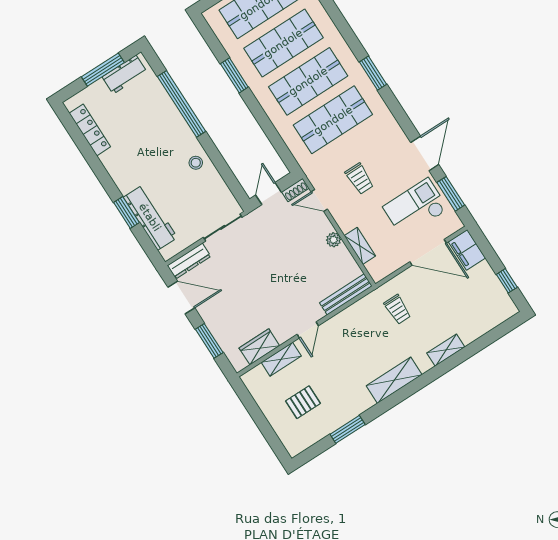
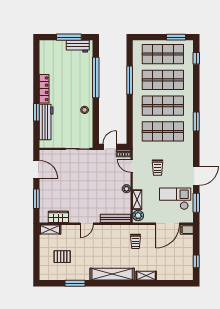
window: (234, 75) -> (130, 80), width x1.44
locker: (90, 130) -> (44, 89), moved
filing cabinet: (467, 250) -> (187, 230), width x0.50
door: (428, 252) -> (168, 224), hinge flipped
dresser: (189, 261) -> (51, 155), removed
plant: (377, 269) -> (138, 216), added
shelving: (281, 359) -> (50, 229), moved
shelving: (394, 380) -> (112, 274), width x1.47

